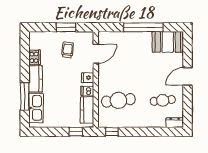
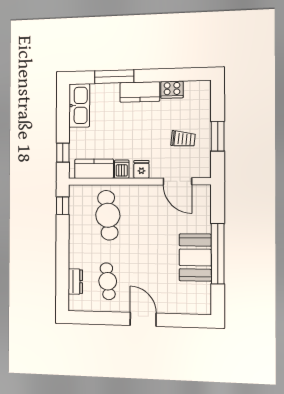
booth: (168, 42) -> (195, 257), moved
kitchen sink: (36, 108) -> (79, 105), moved, turned -90
dresser: (175, 123) -> (75, 282), moved

